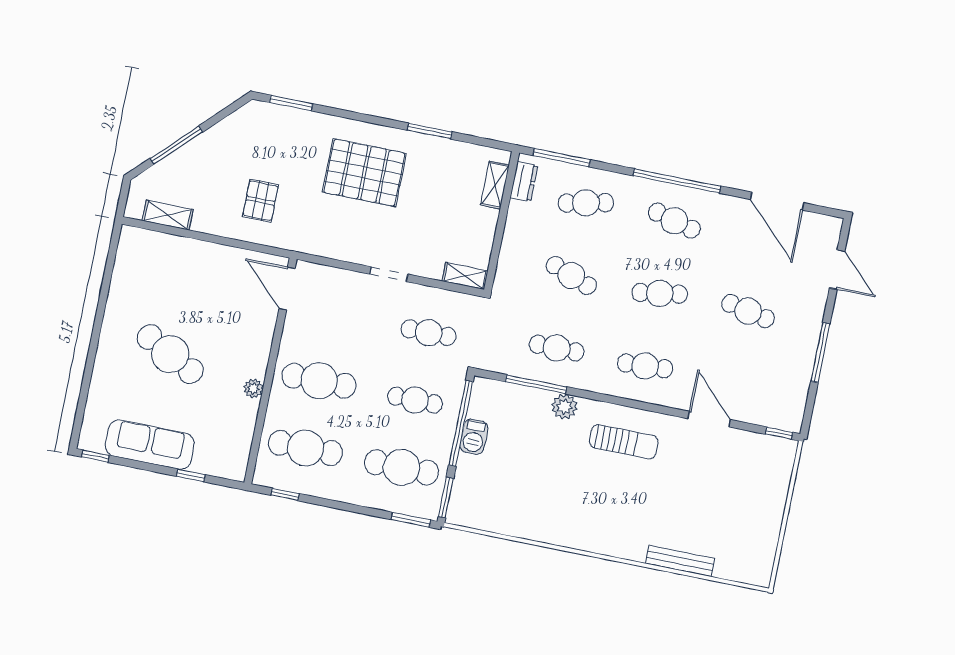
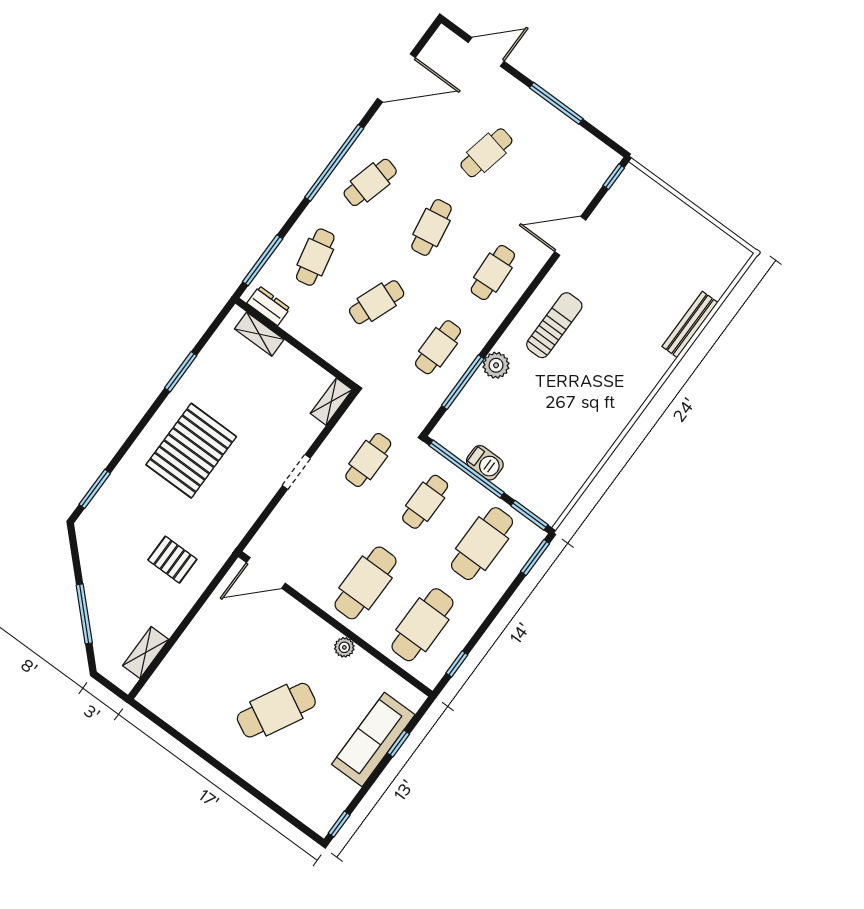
sofa: (150, 445) -> (373, 739), moved

